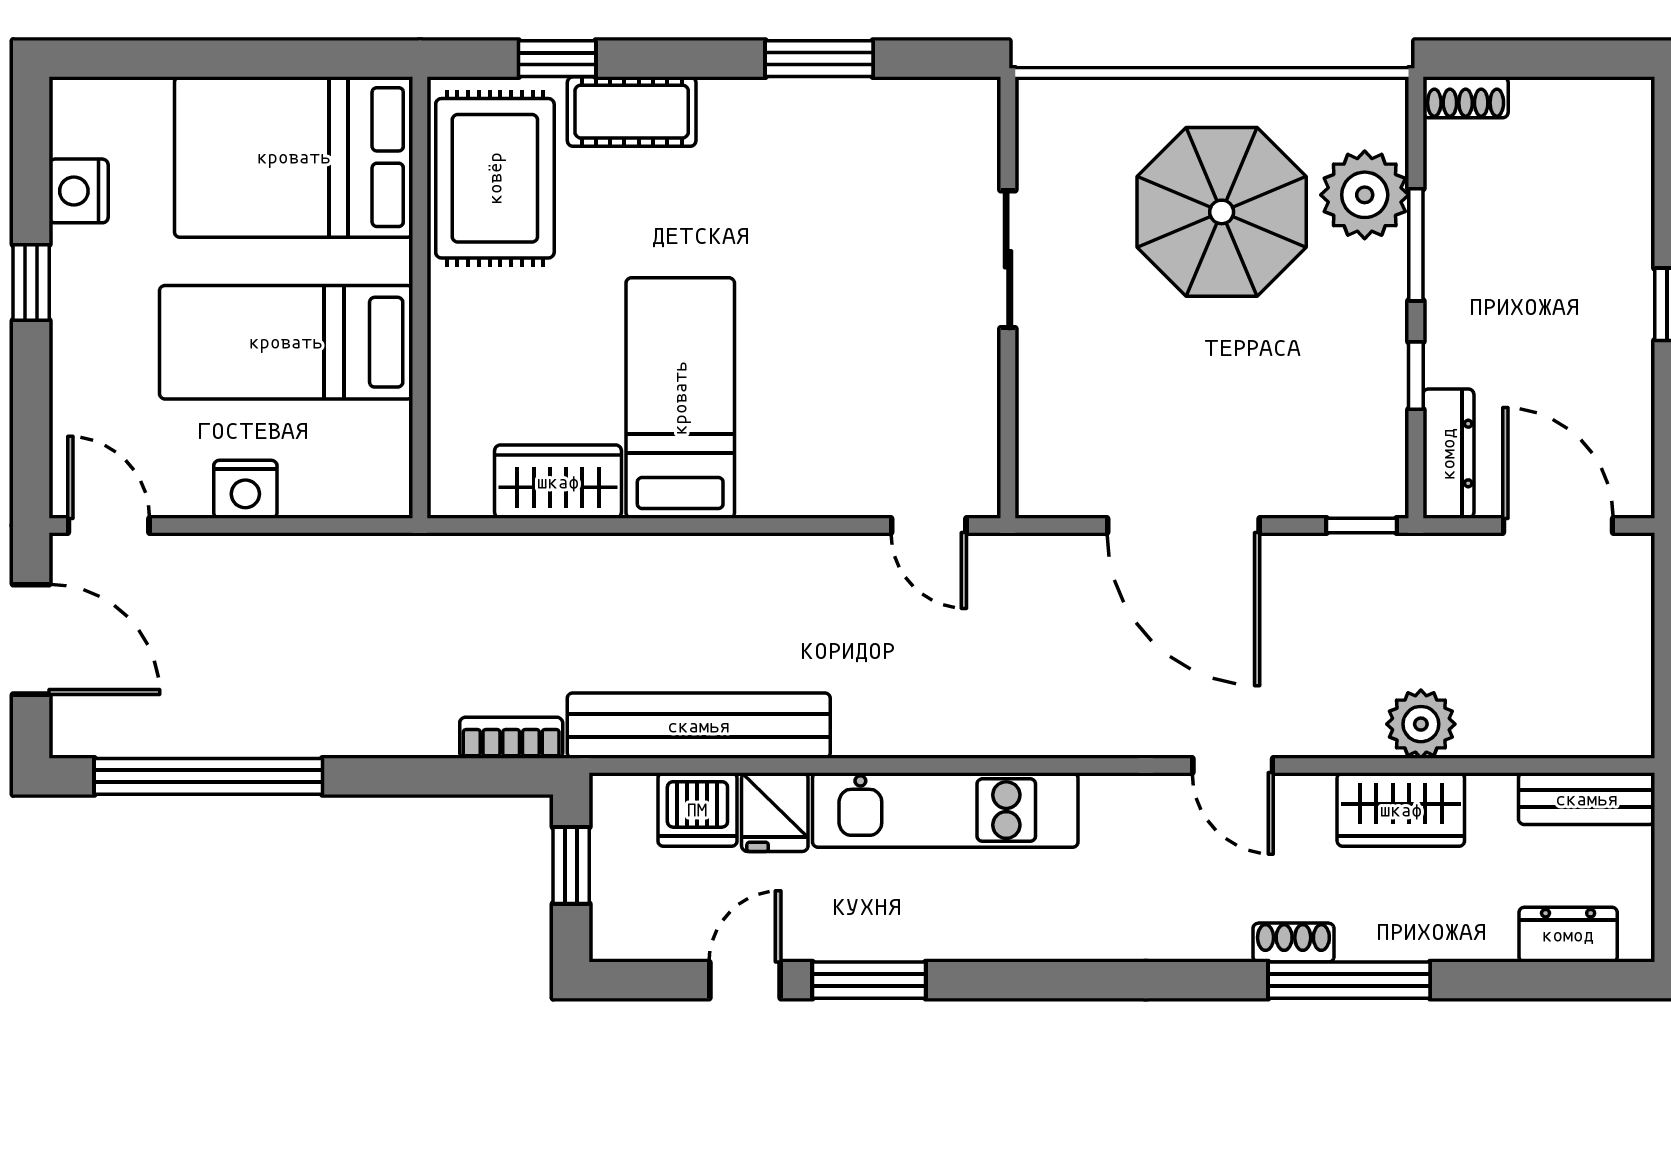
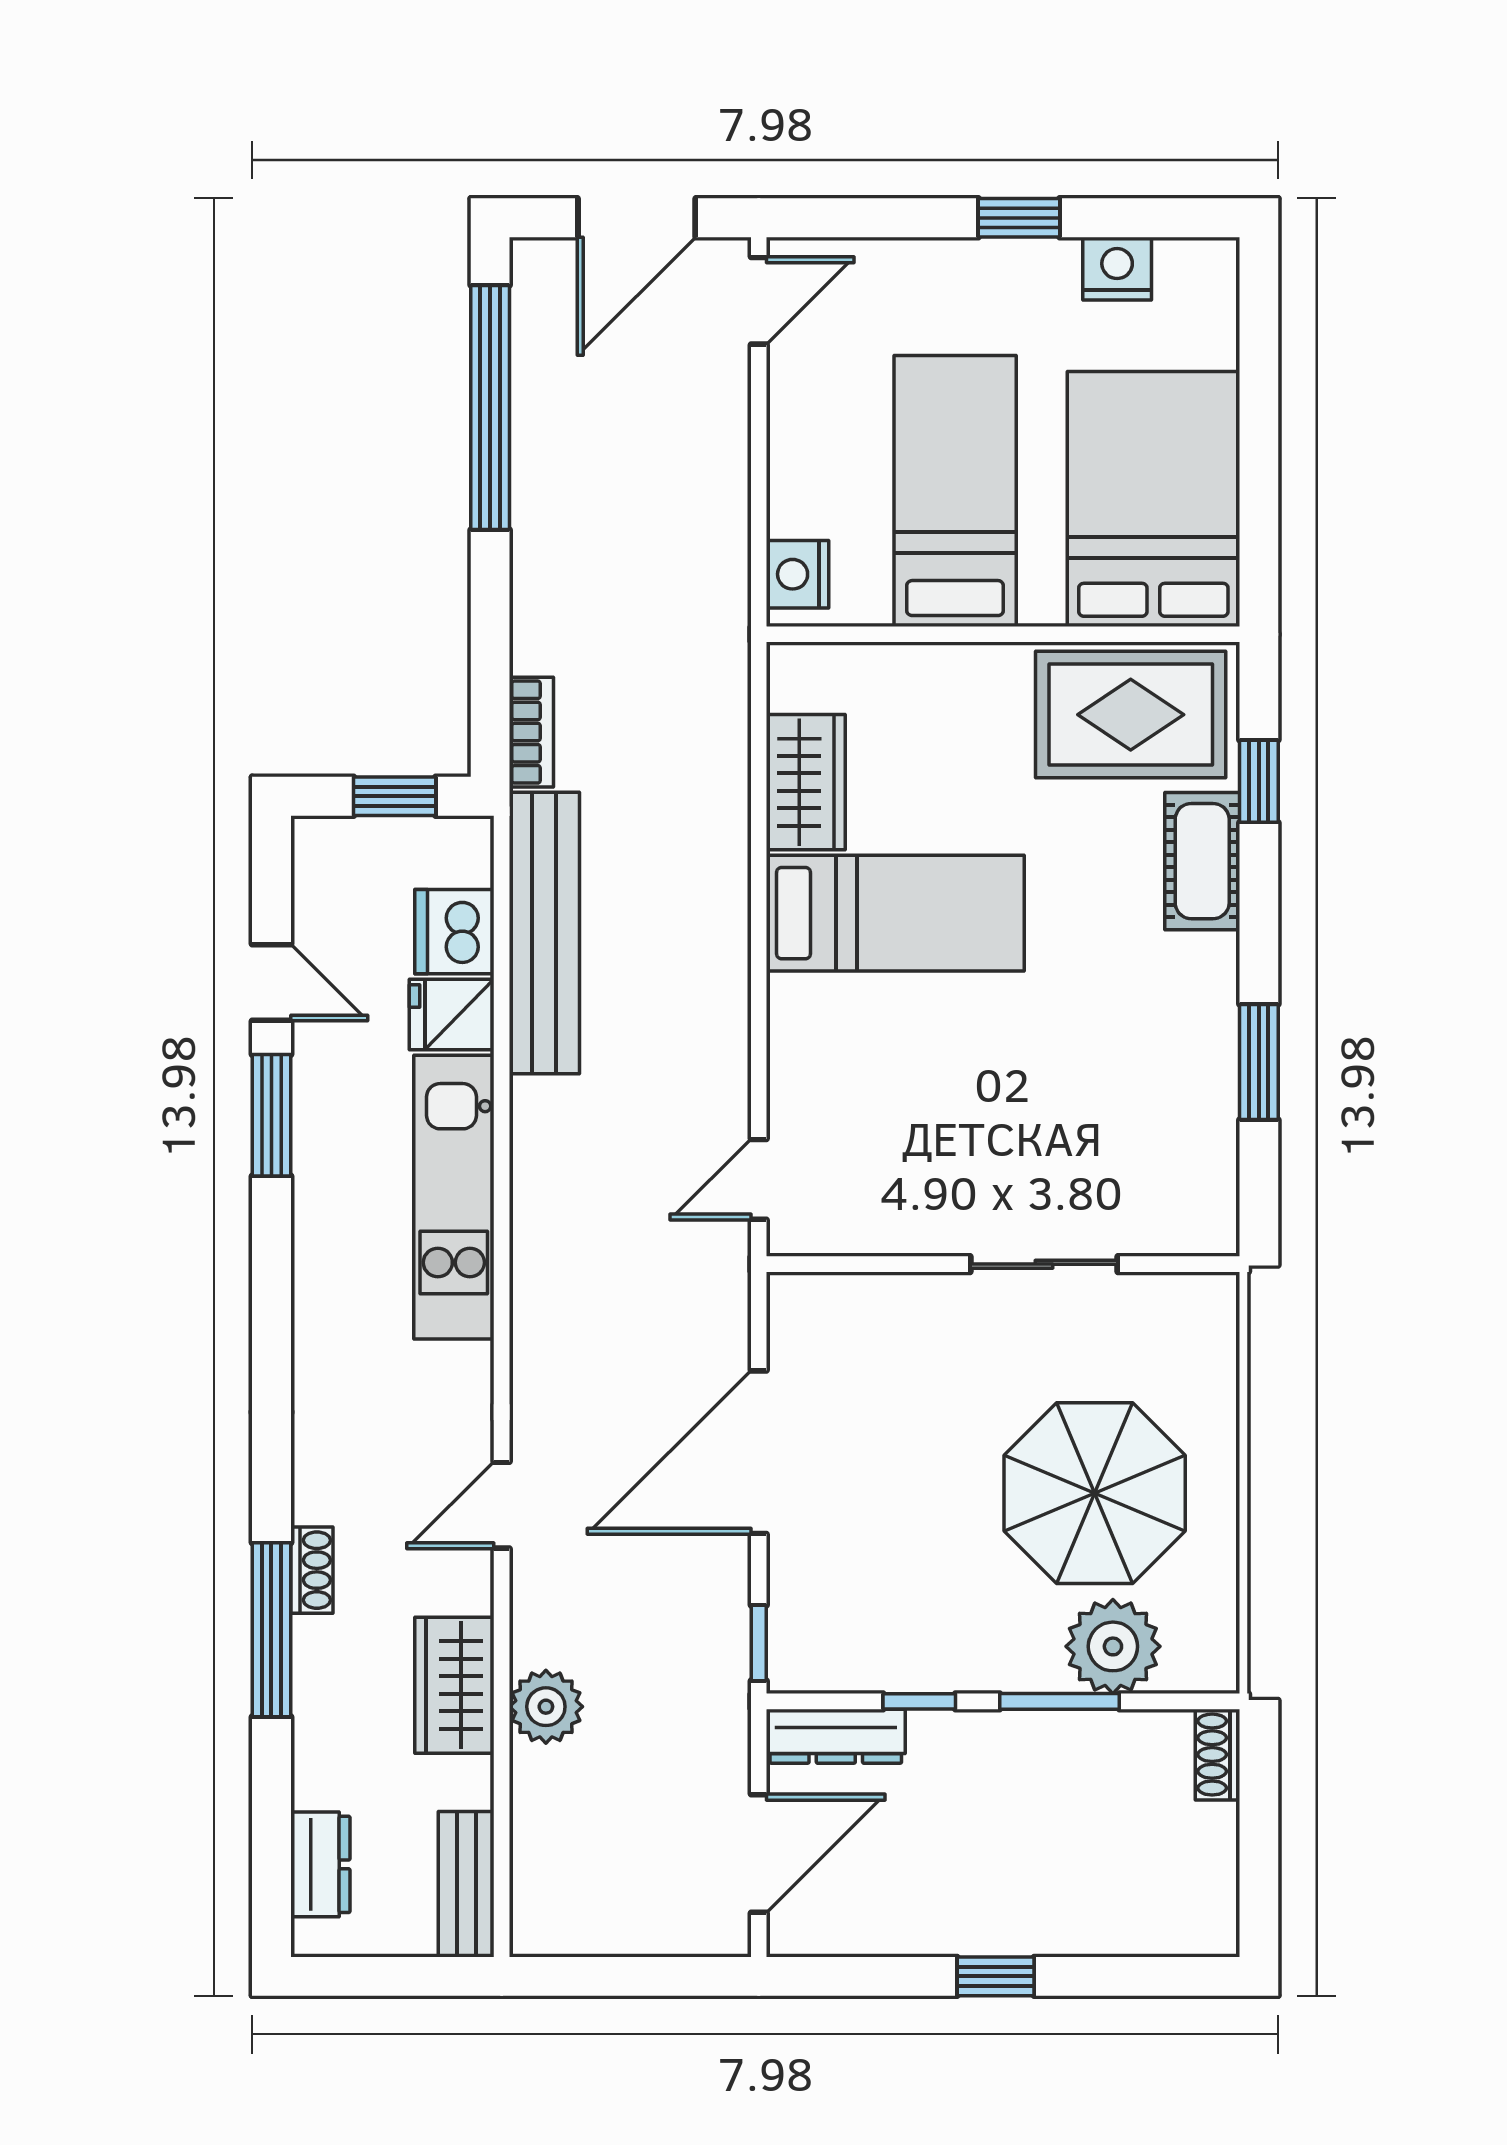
nightstand: (245, 489) -> (798, 574), moved

